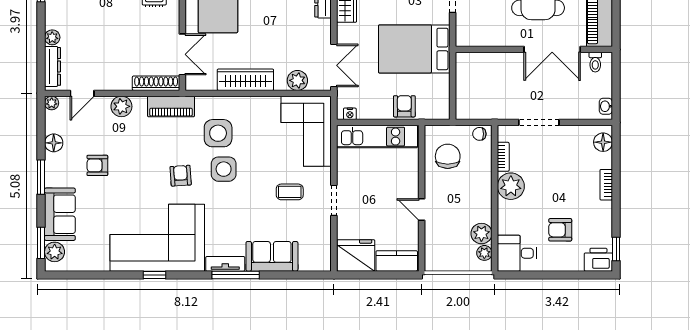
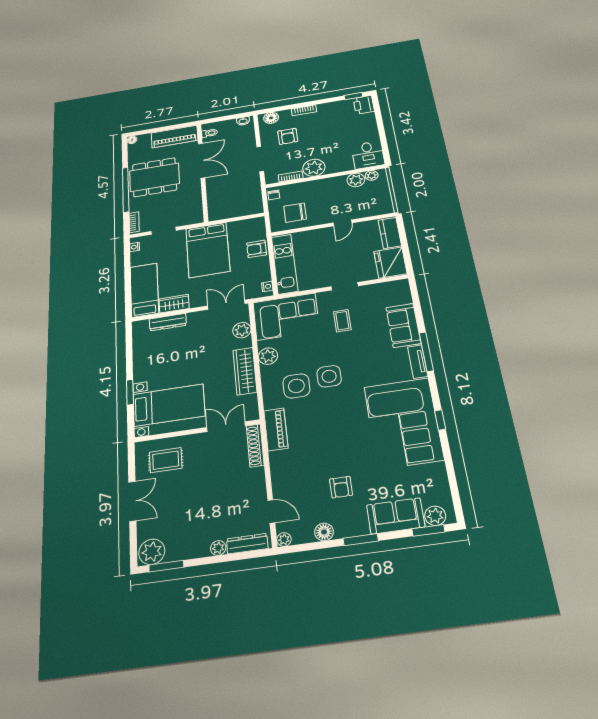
plant: (121, 106) -> (268, 356), moved
armchair: (181, 176) -> (340, 411), removed
armchair: (560, 230) -> (288, 136), moved

